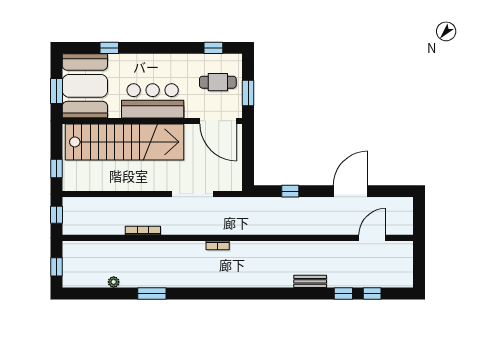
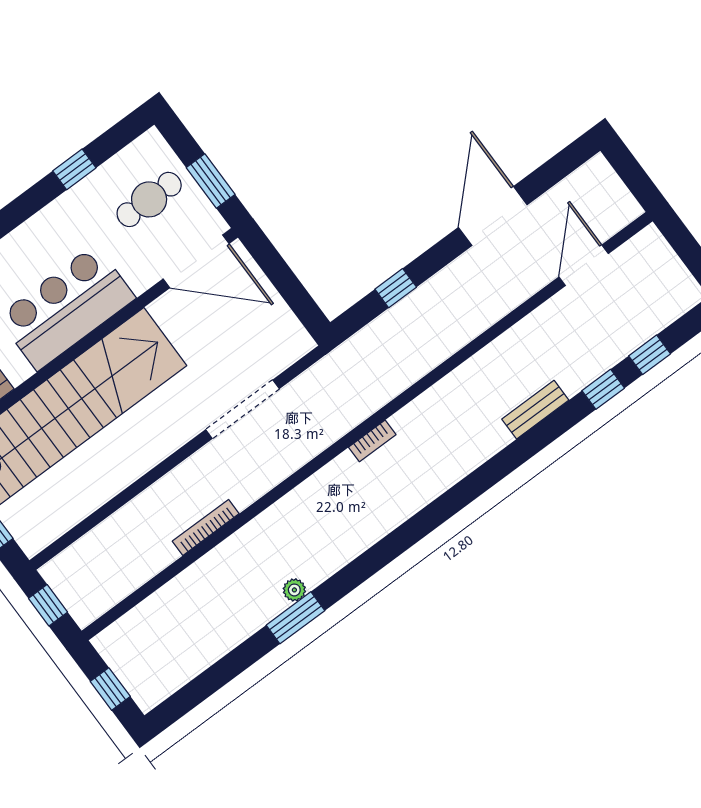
window: (213, 48) -> (74, 169), moved
bookcase: (218, 245) -> (372, 441), moved
plant: (114, 282) -> (294, 590), moved

